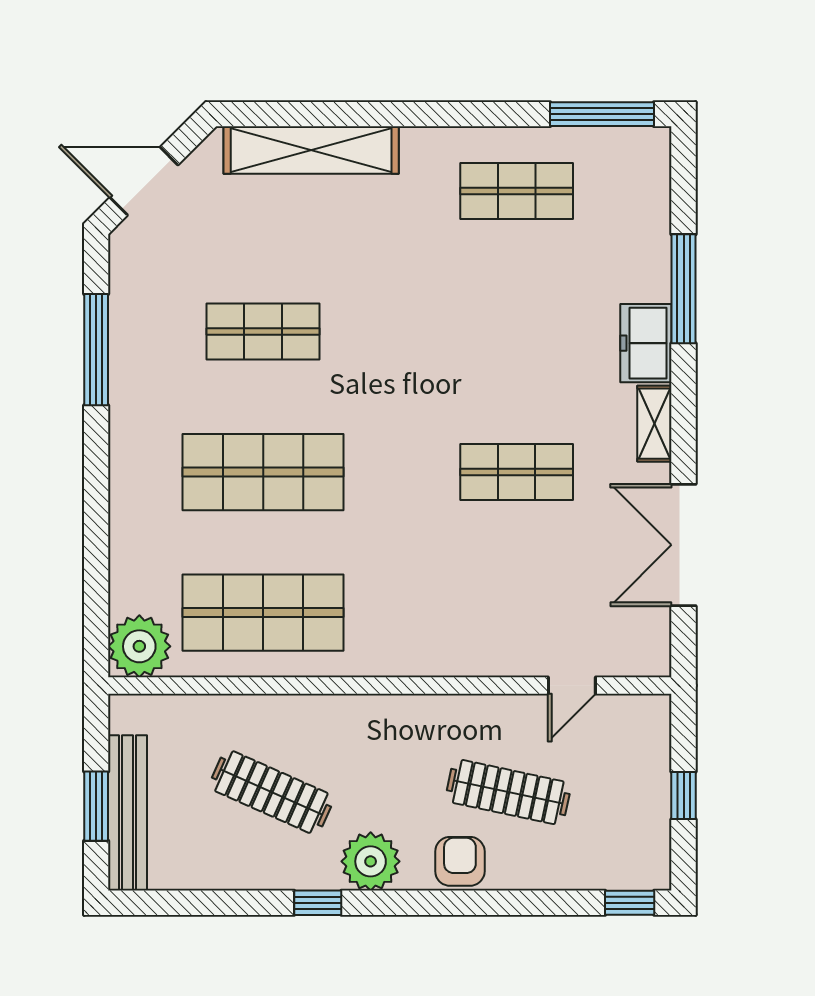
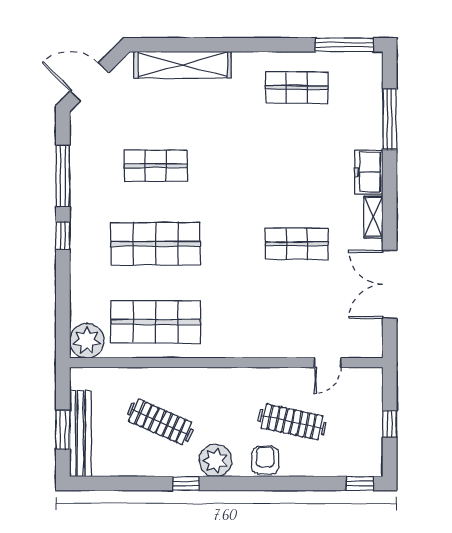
window: (684, 289) -> (390, 119), moved
window: (96, 457) -> (63, 236), added

